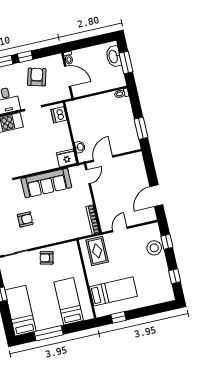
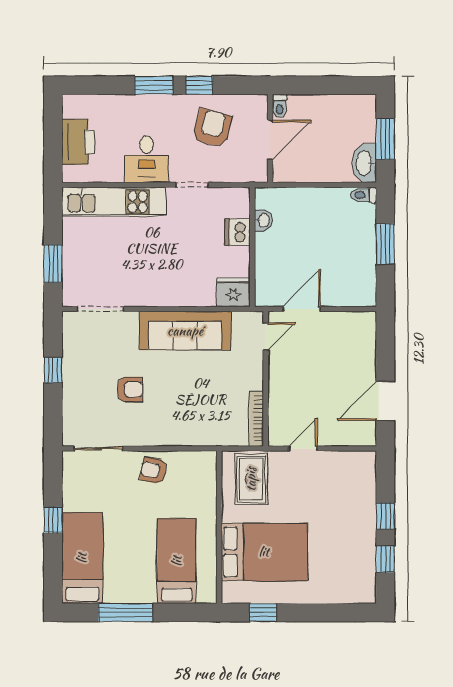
washbasin: (114, 57) -> (364, 163), moved
door: (68, 76) -> (270, 140), hinge flipped
dishwasher: (59, 115) -> (238, 232), moved
window: (141, 128) -> (385, 244), moved
washbasin: (80, 147) -> (263, 220), moved
window: (167, 242) -> (385, 516), moved
stool: (154, 248) -> (359, 498), removed
bed: (113, 291) -> (264, 552), width x1.50

